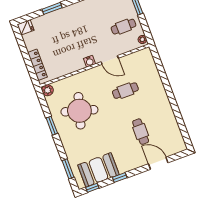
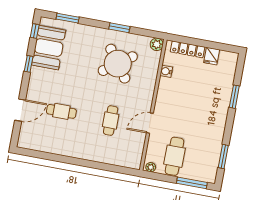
fridge: (26, 27) -> (212, 56), moved
cafe table: (123, 27) -> (174, 156), width x1.37, depth x1.35
water cooler: (89, 61) -> (166, 71), moved
round table: (79, 111) -> (118, 64), turned 38

